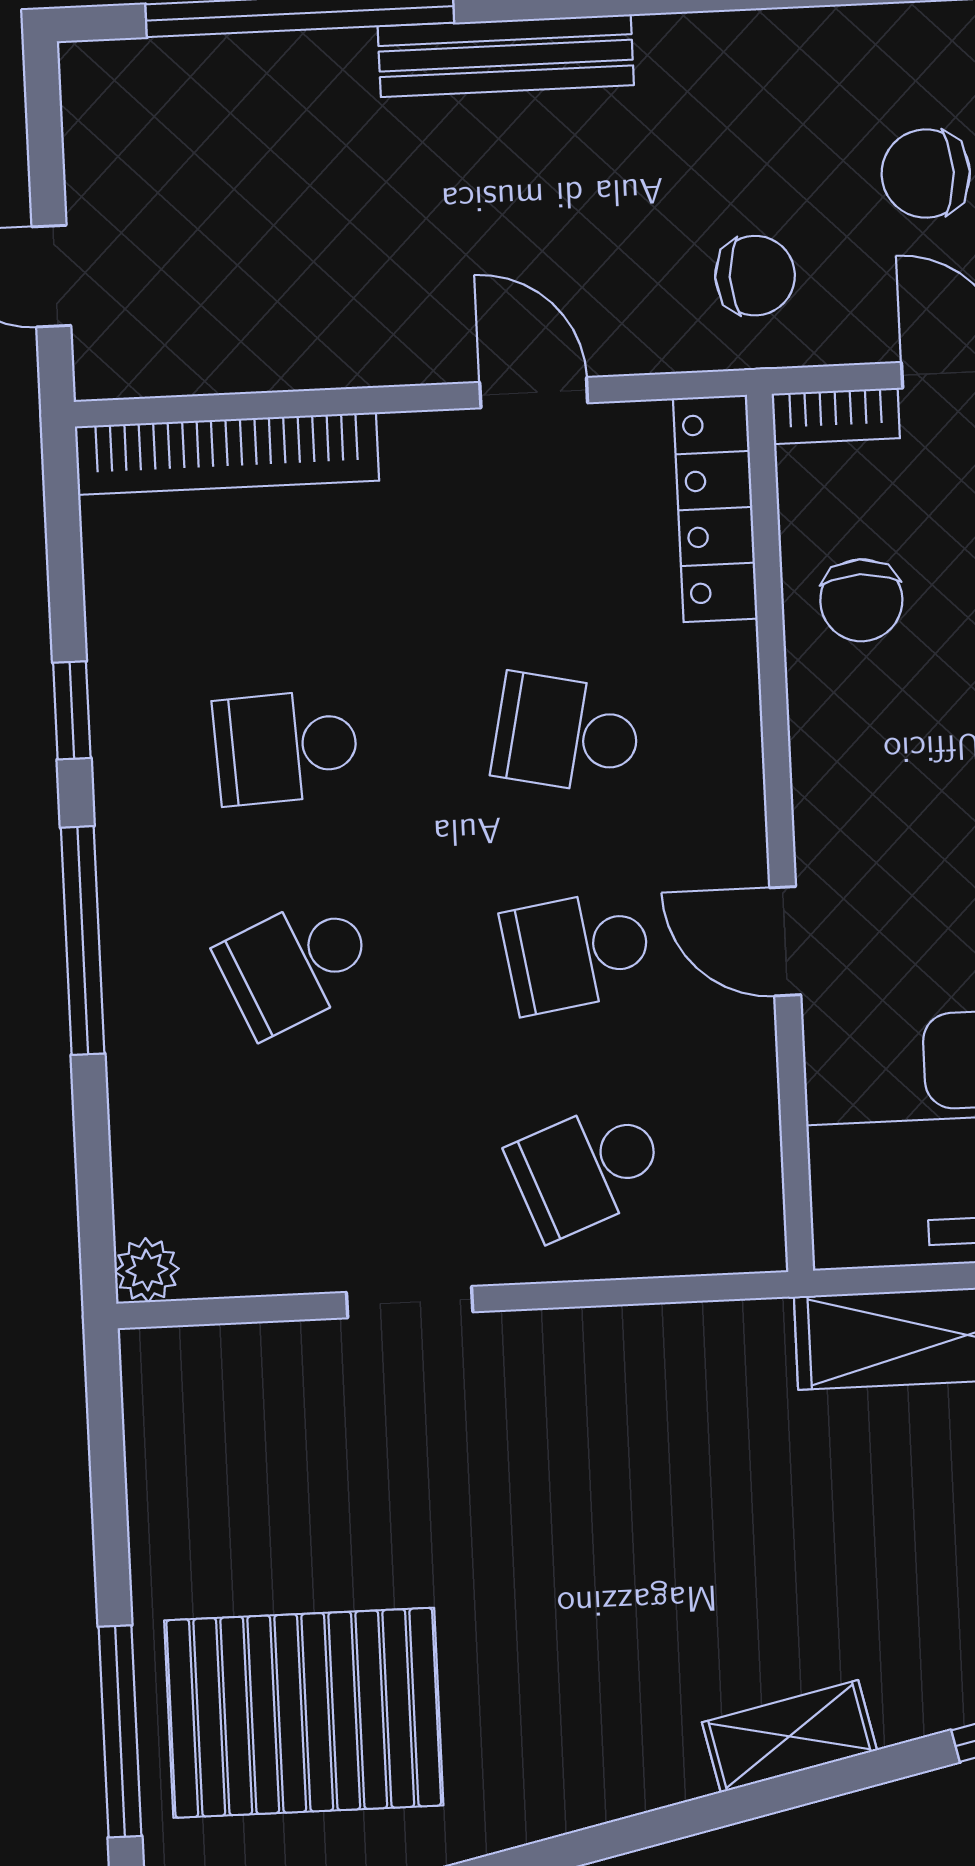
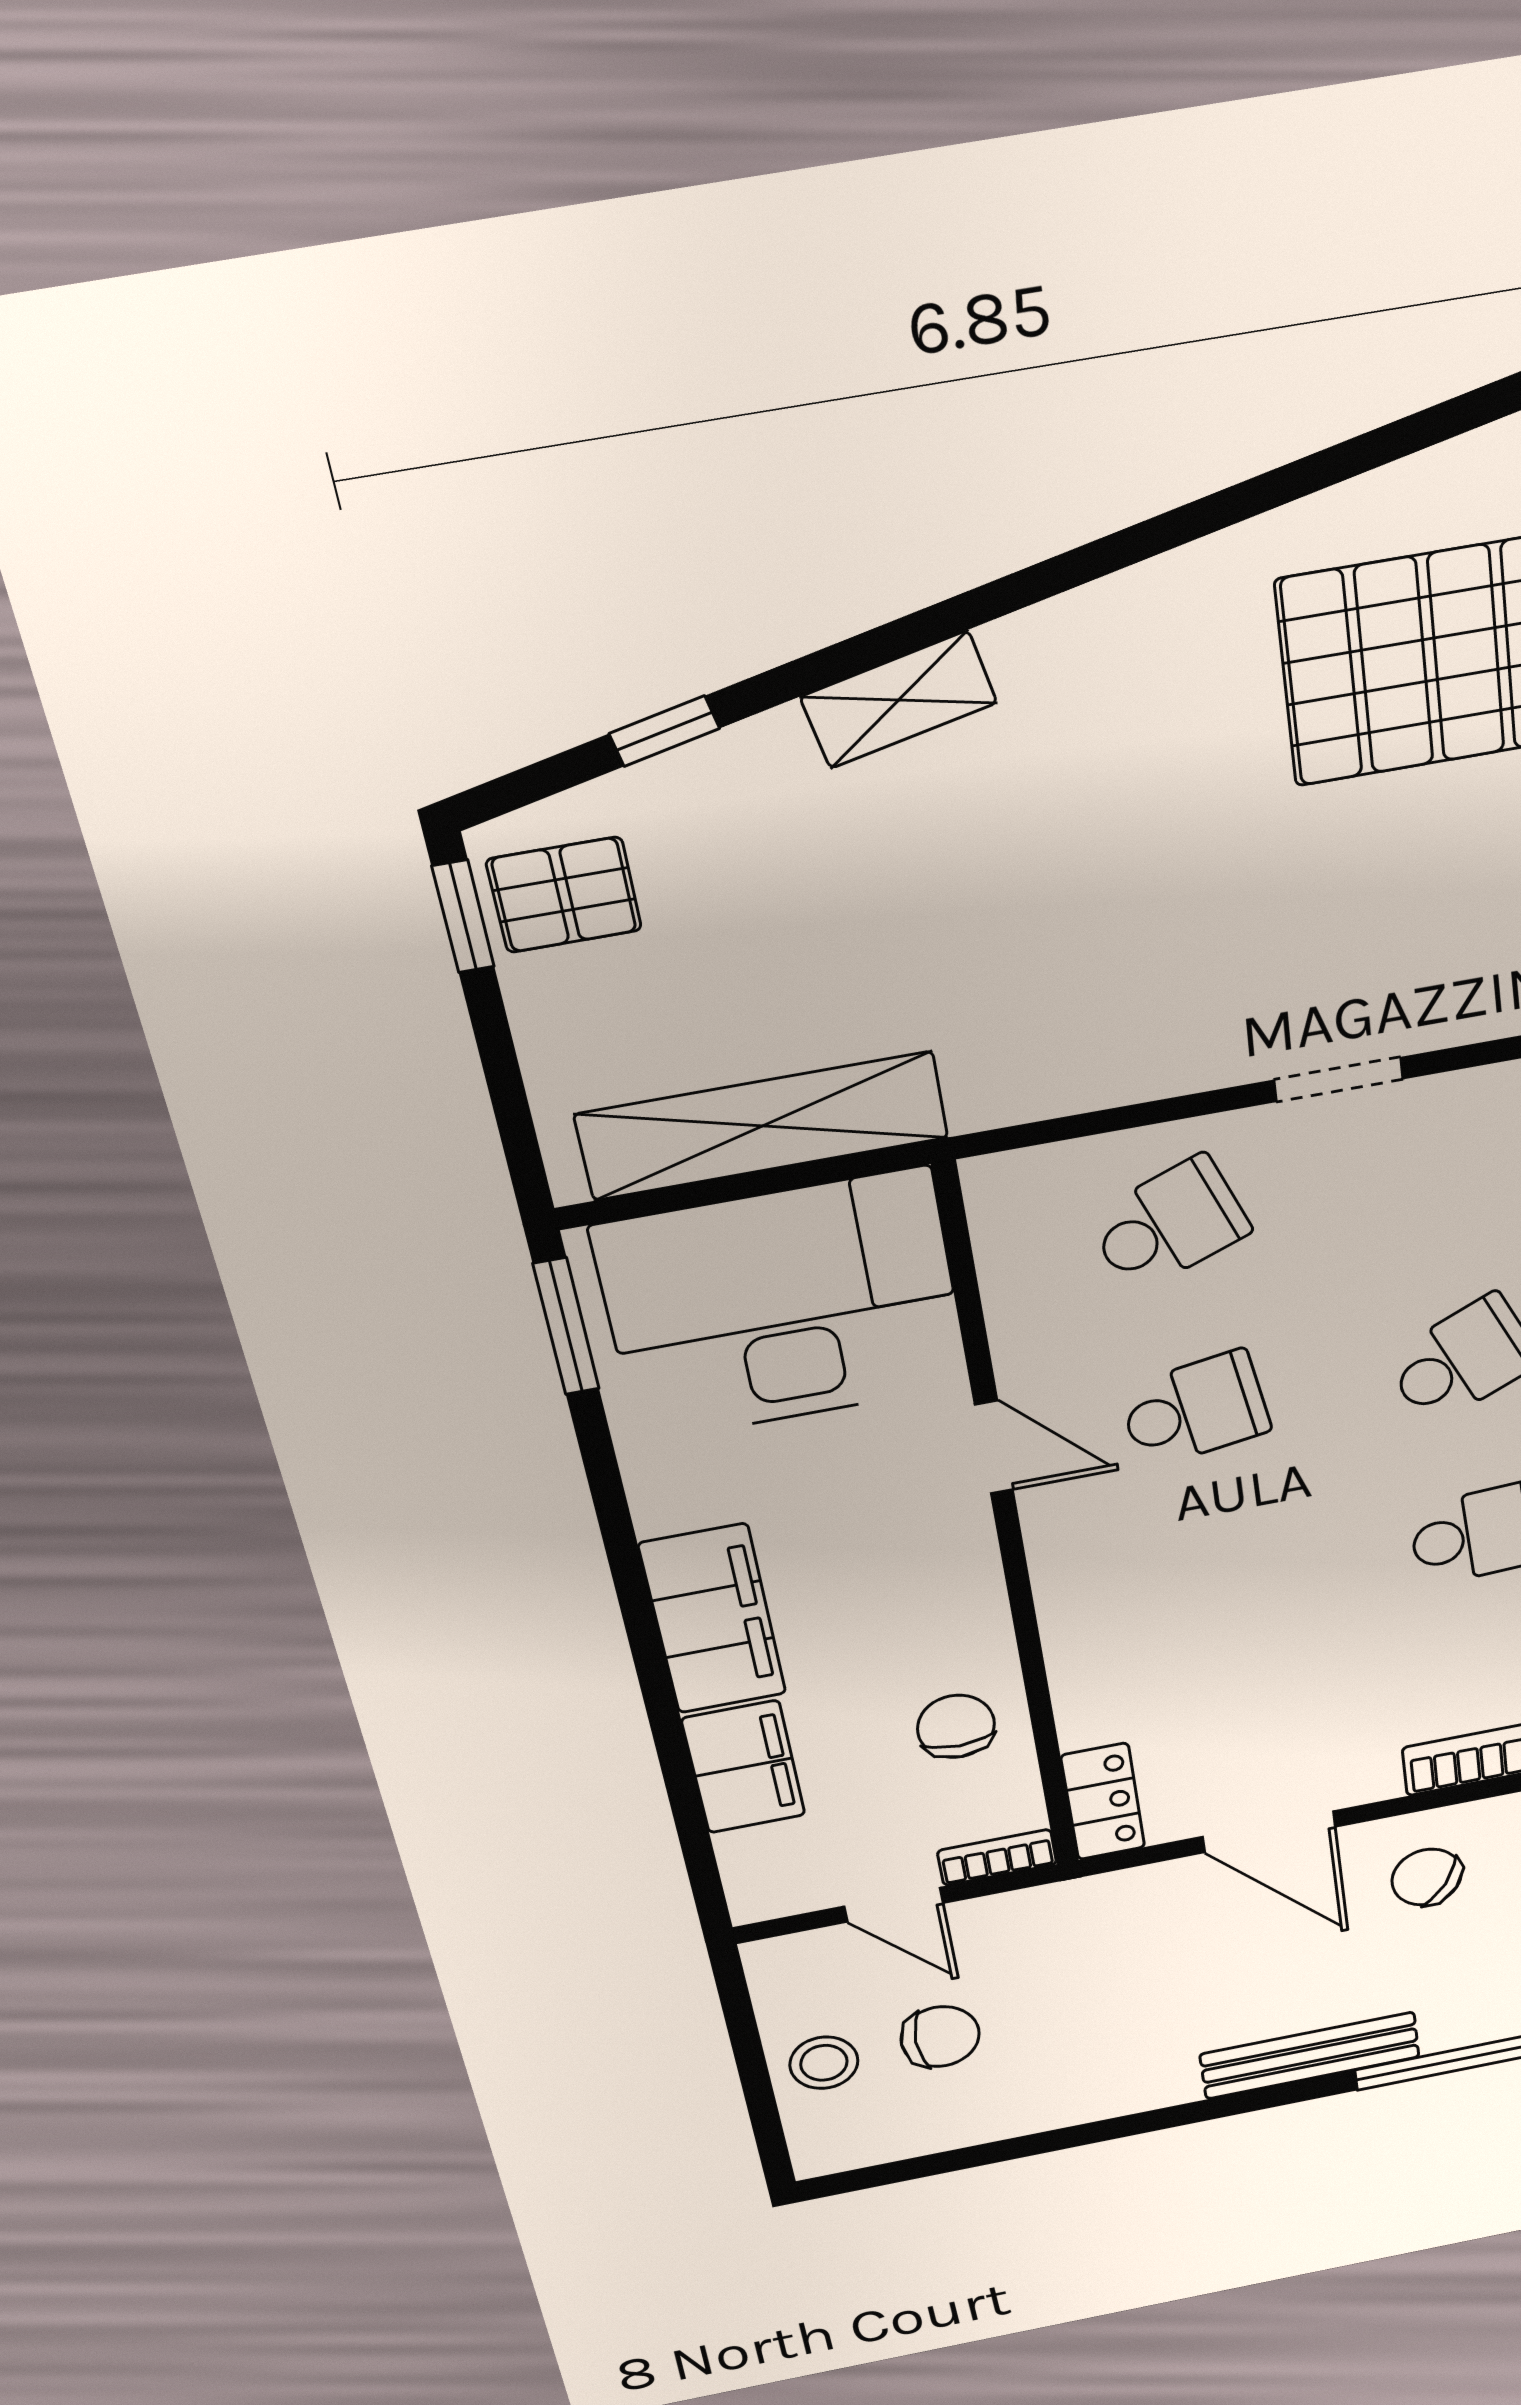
chair: (755, 276) -> (1427, 1877), moved, turned 35
door: (534, 393) -> (1269, 1832), width x1.38
locker: (715, 509) -> (1103, 1802), width x0.66
school desk: (567, 734) -> (1219, 1583), removed

